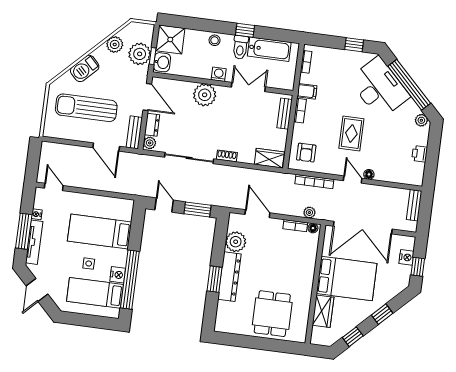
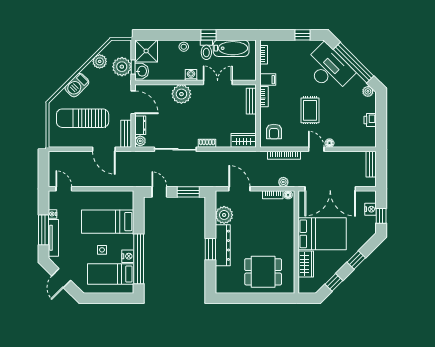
dining table: (272, 314) -> (263, 272), turned 90

